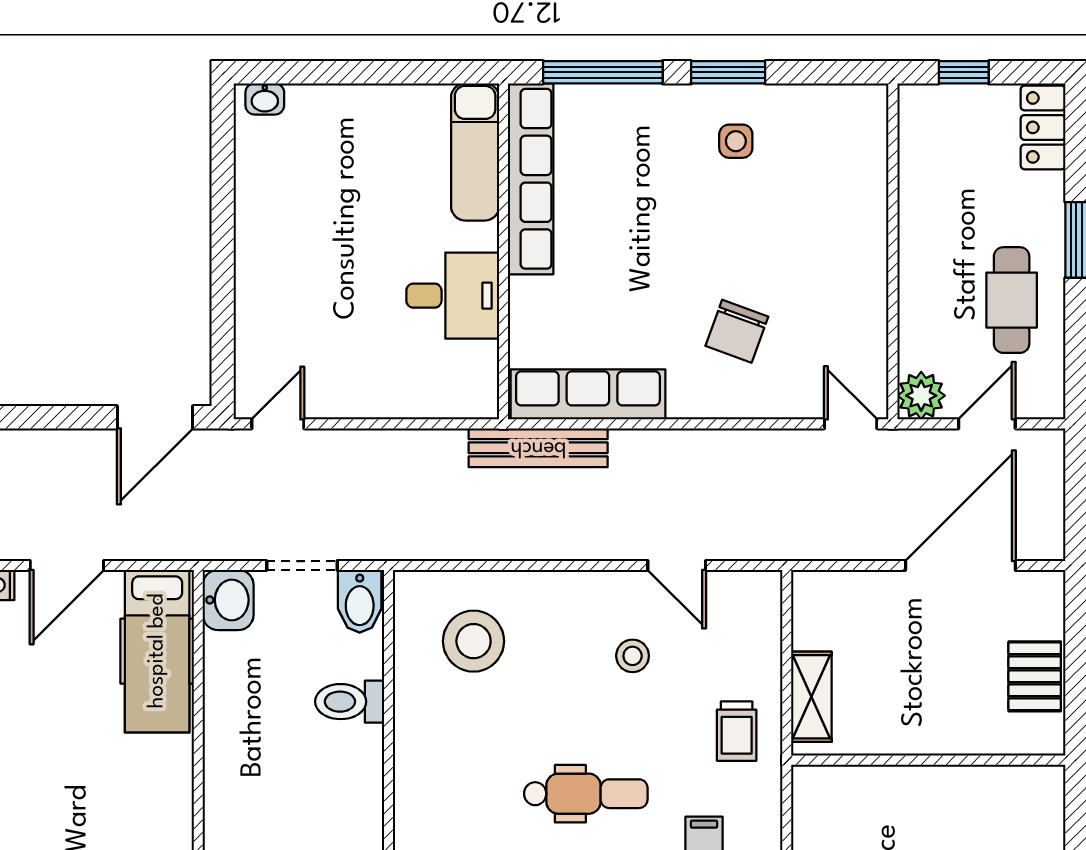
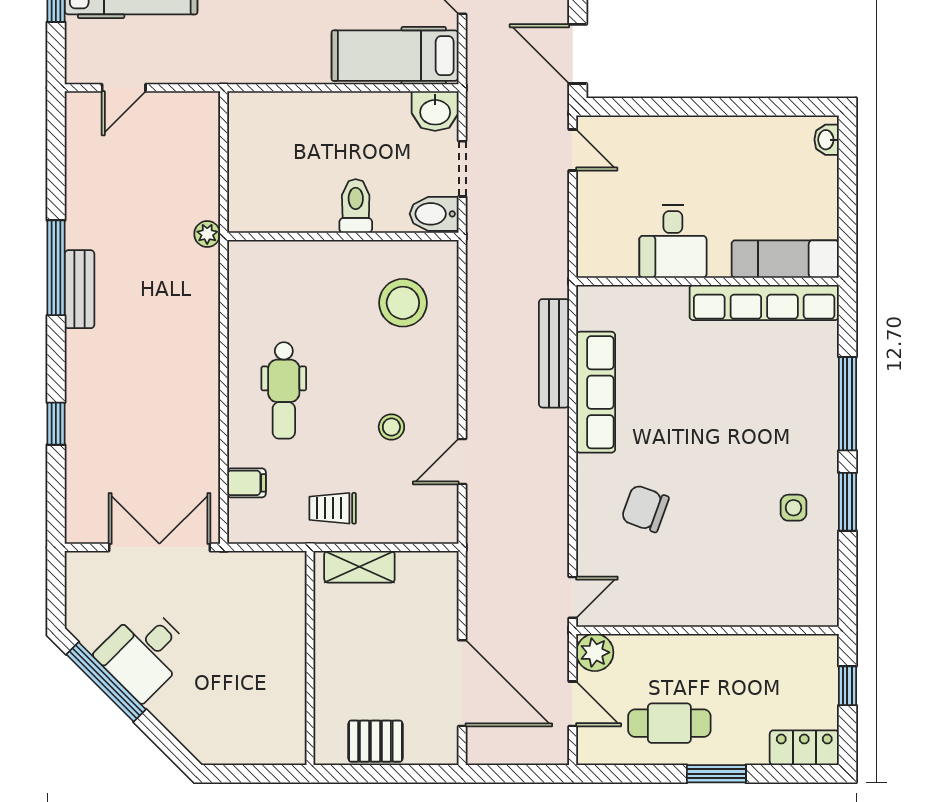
exam couch: (475, 152) -> (785, 259), moved
row of seats: (531, 179) -> (764, 302), moved
wall: (504, 251) -> (707, 281), moved
desk: (453, 296) -> (673, 242), moved

